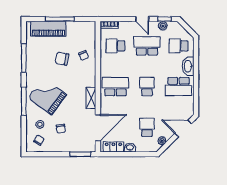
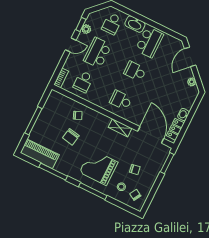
piano: (48, 29) -> (40, 154), moved, turned -90
school desk: (115, 87) -> (121, 100), width x0.54
grand piano: (47, 96) -> (99, 167), turned 53
school desk: (147, 127) -> (173, 90), removed

